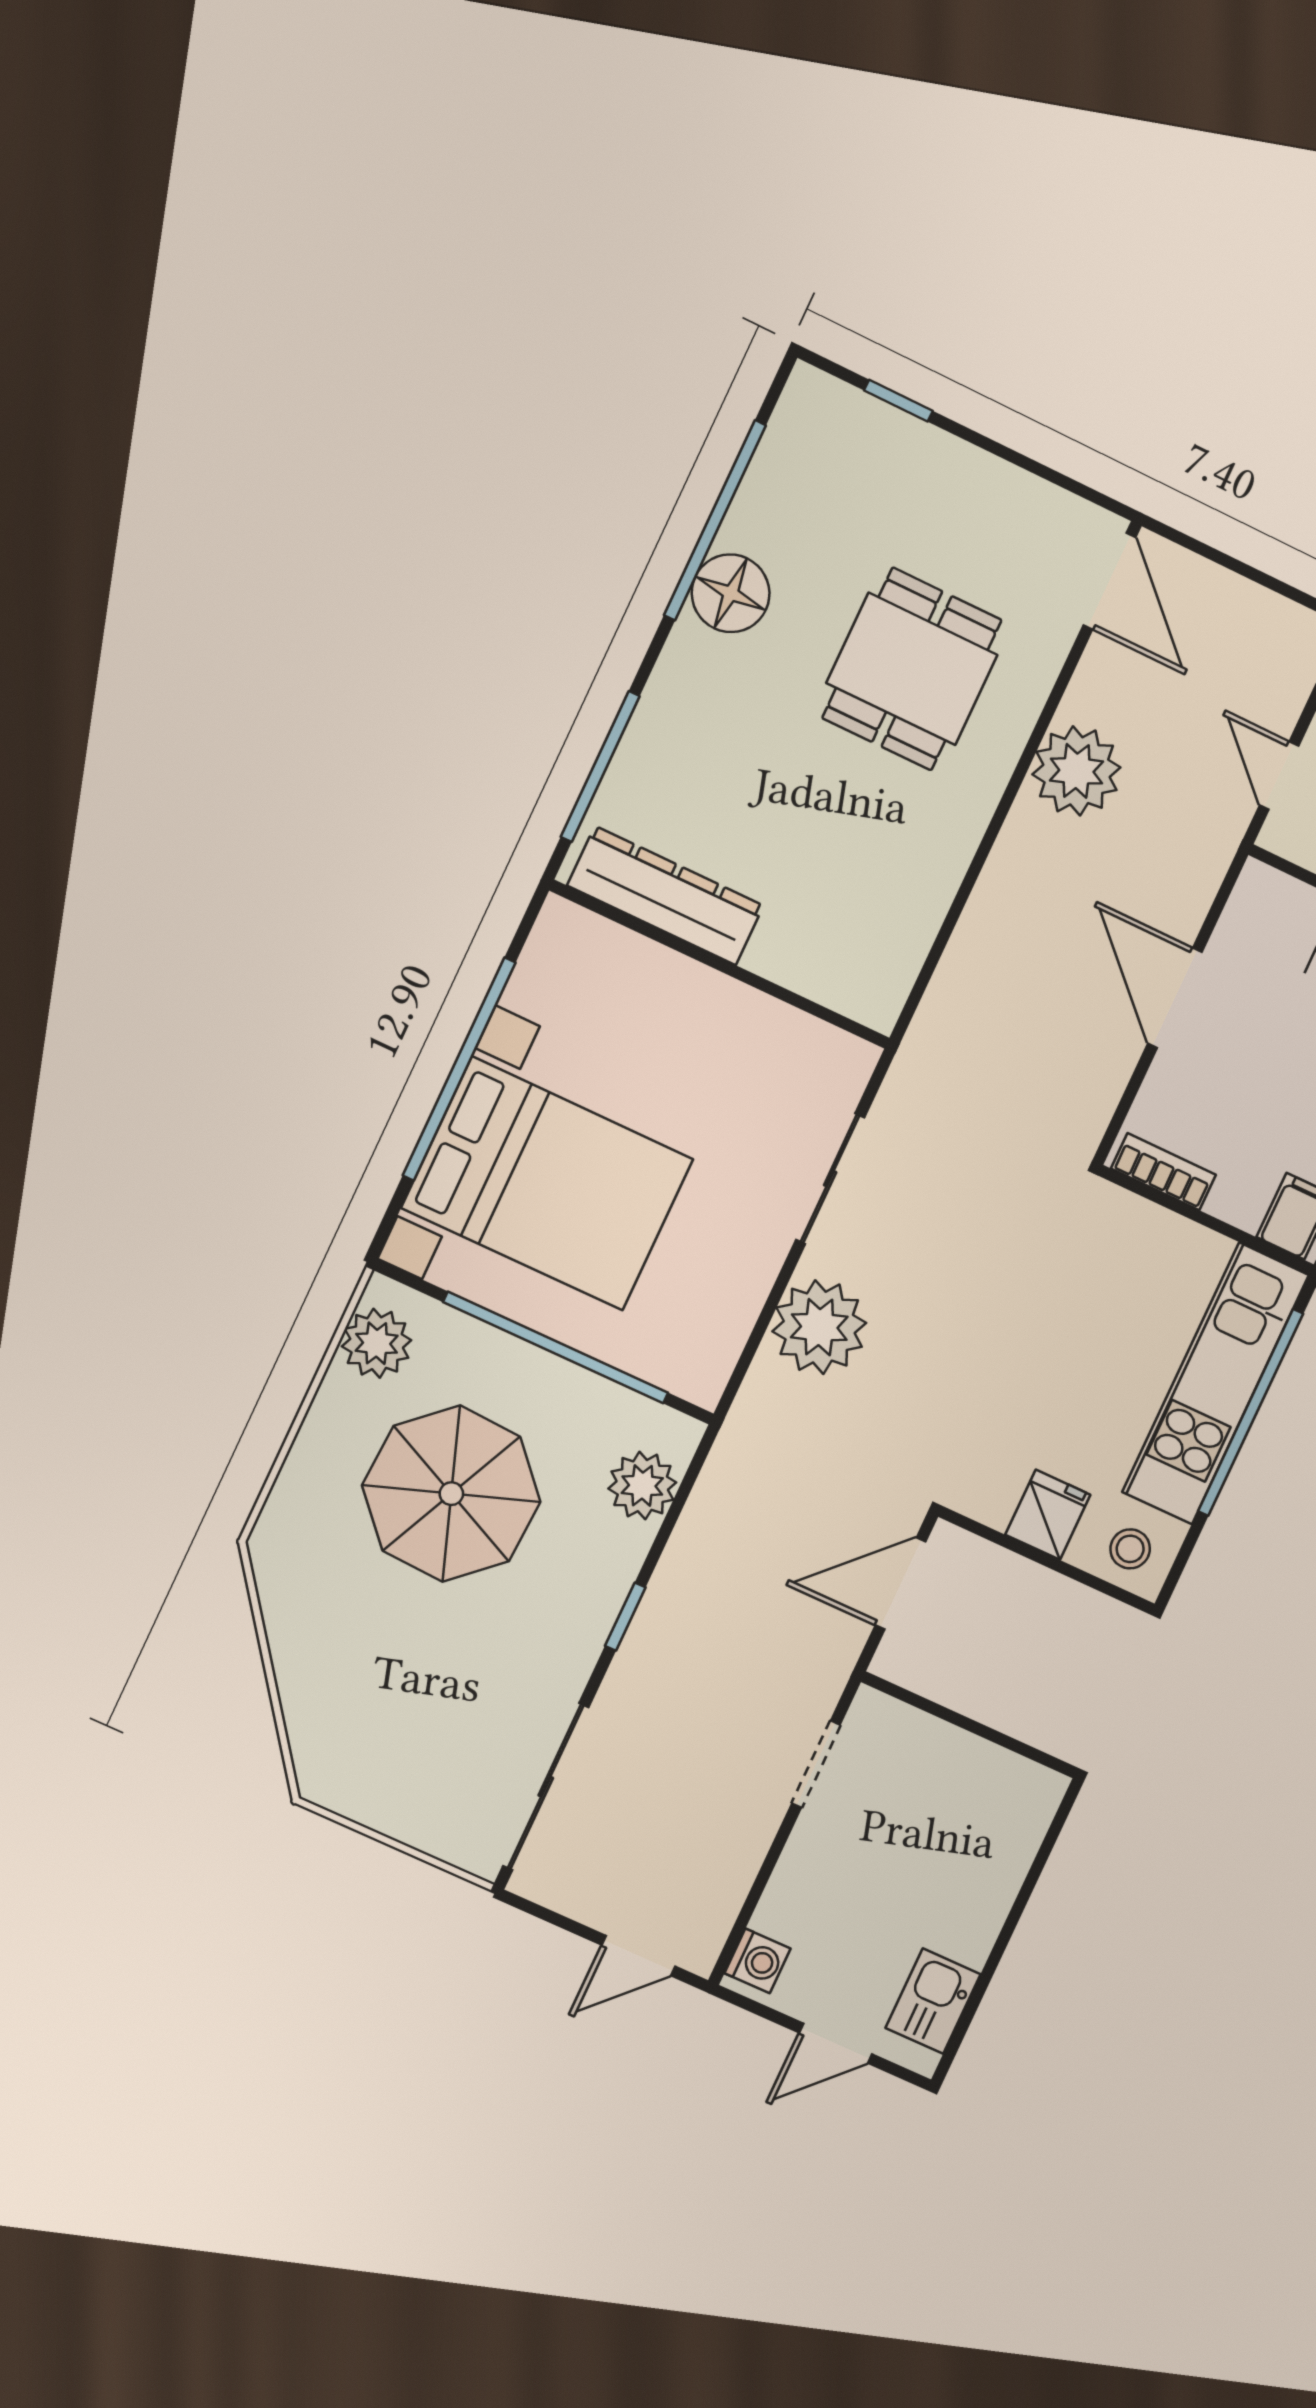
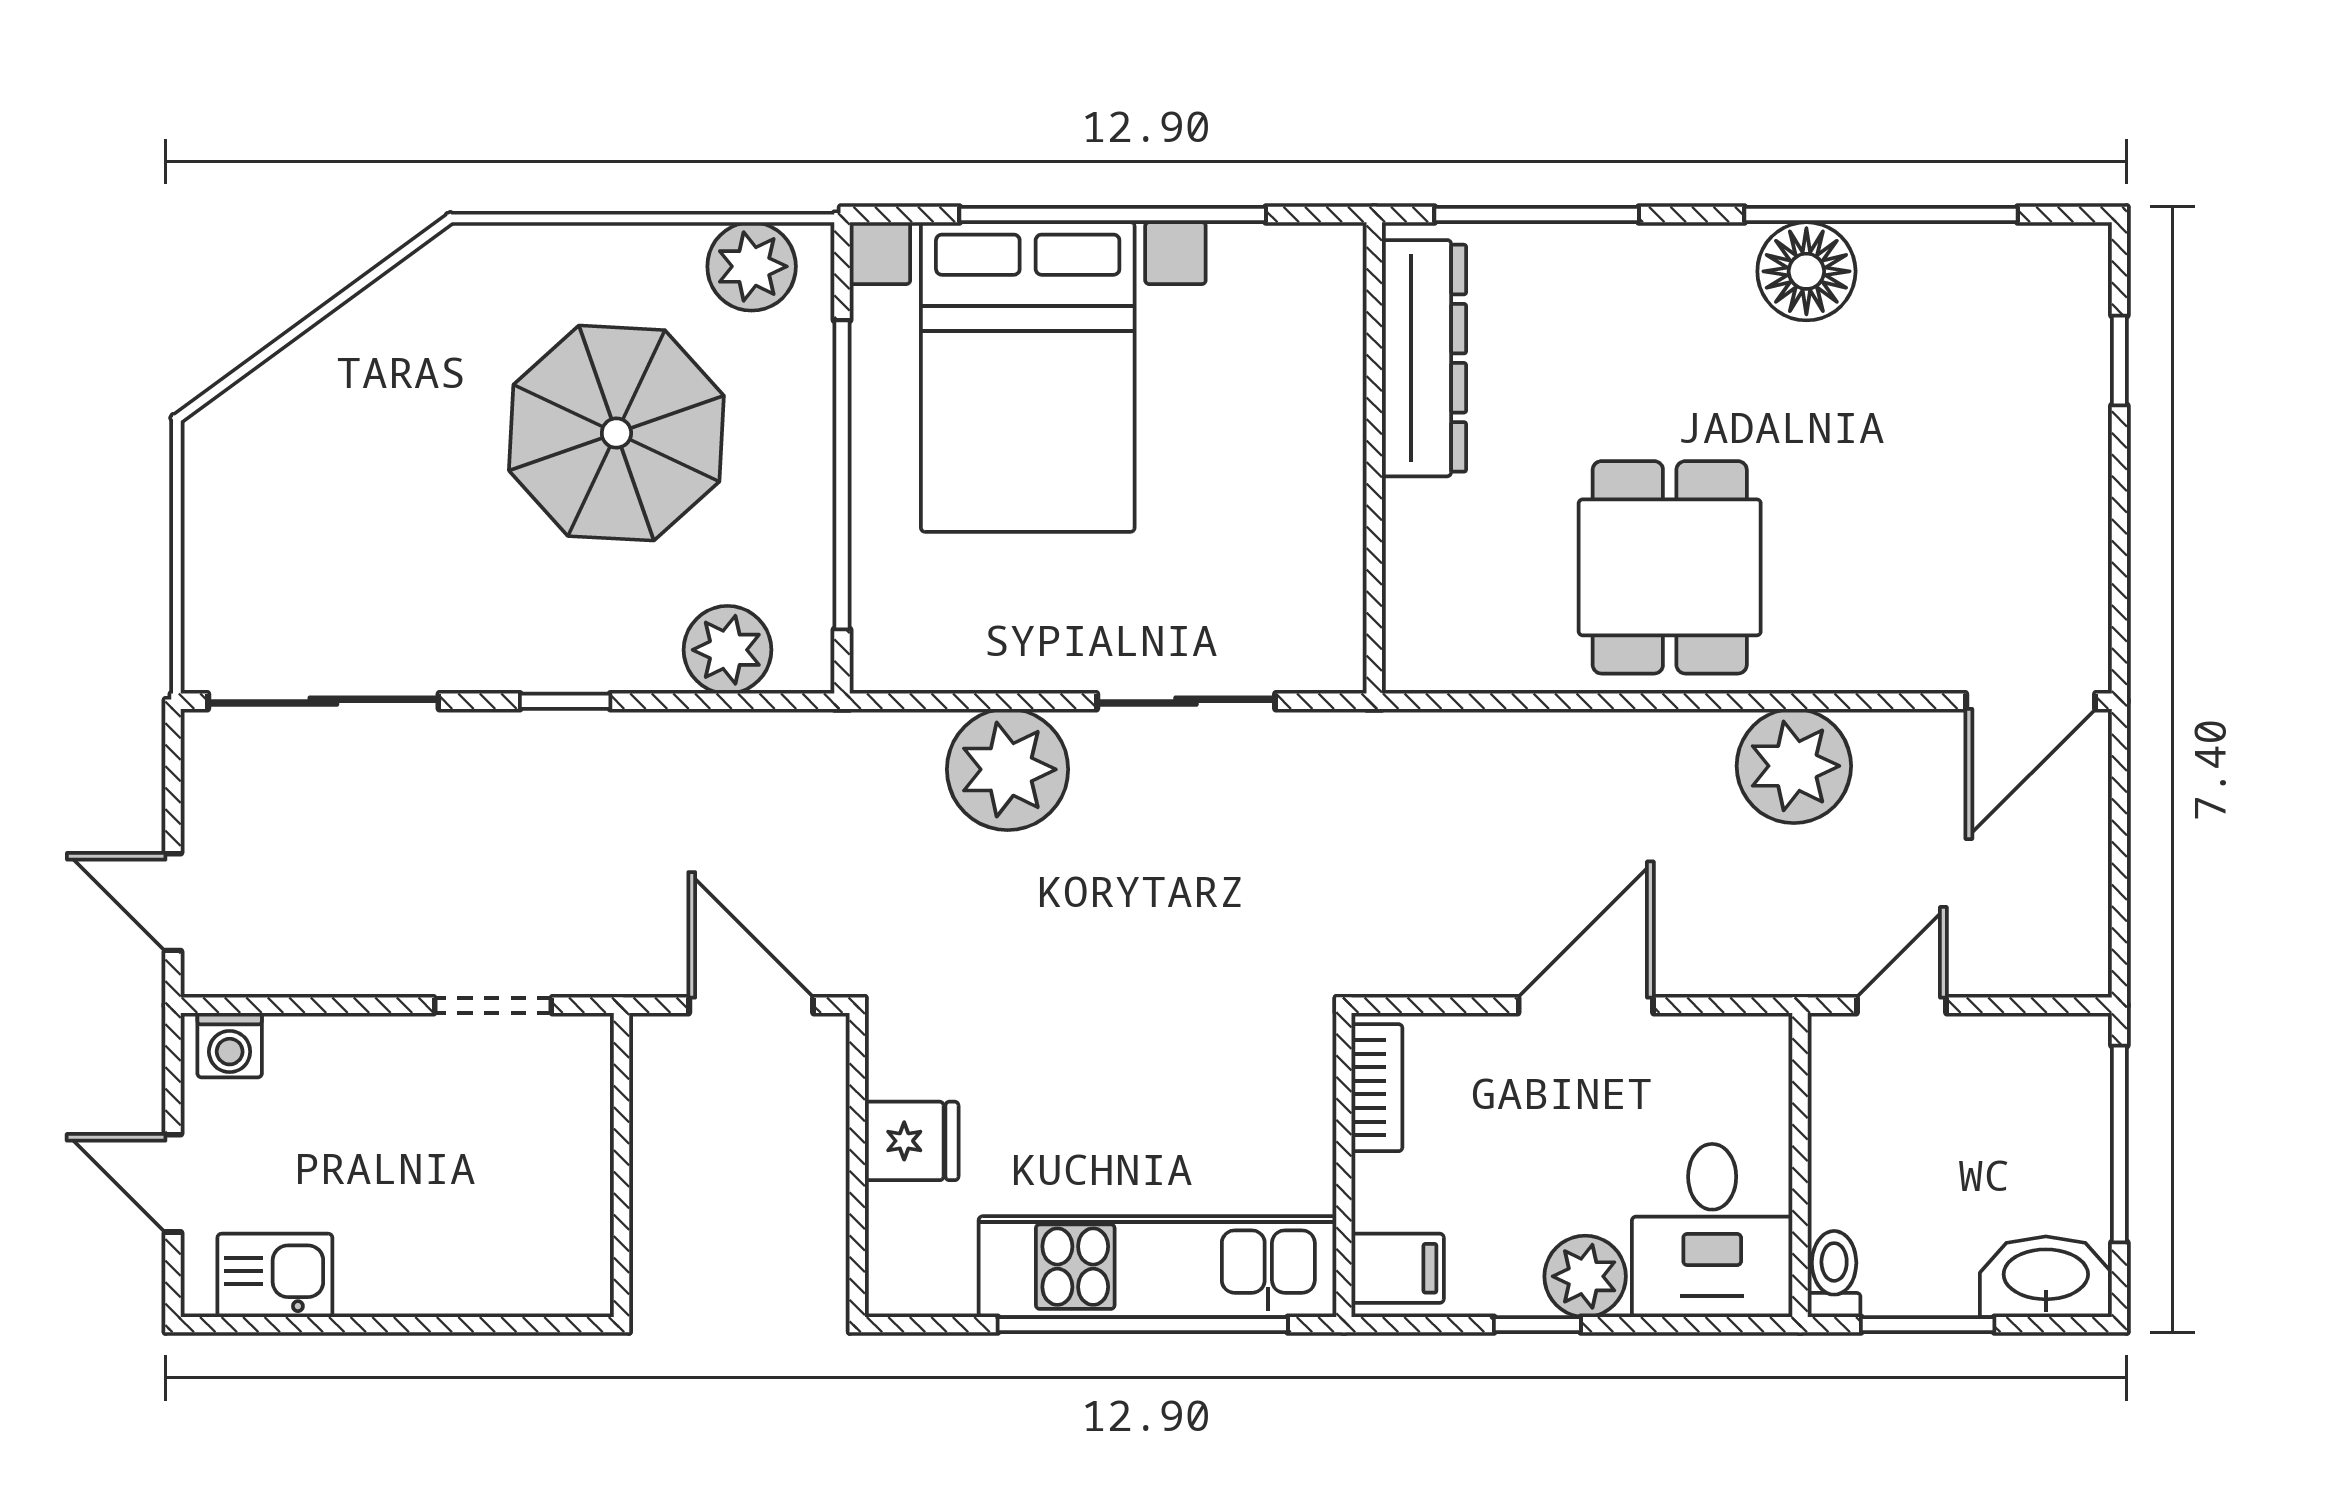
dining table: (912, 669) -> (1670, 567), moved, turned 90
stool: (1130, 1549) -> (916, 1257), removed

